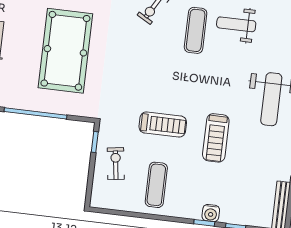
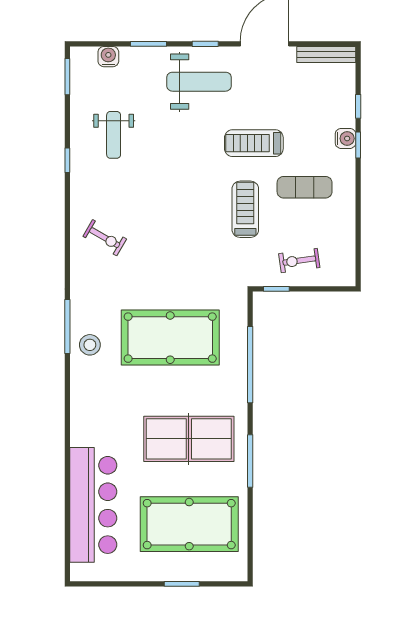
exercise mat: (196, 30) -> (127, 183), removed
treadmill: (216, 138) -> (254, 143), turned 180
exercise mat: (156, 185) -> (305, 187), moved

